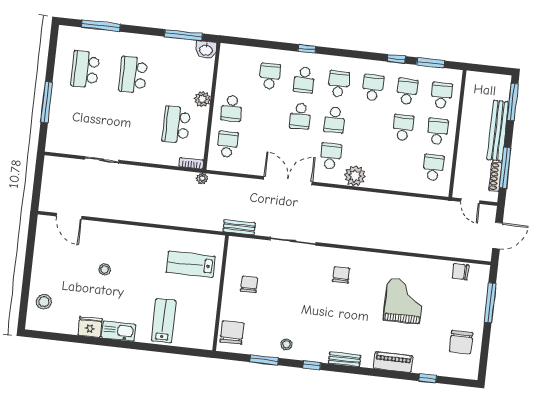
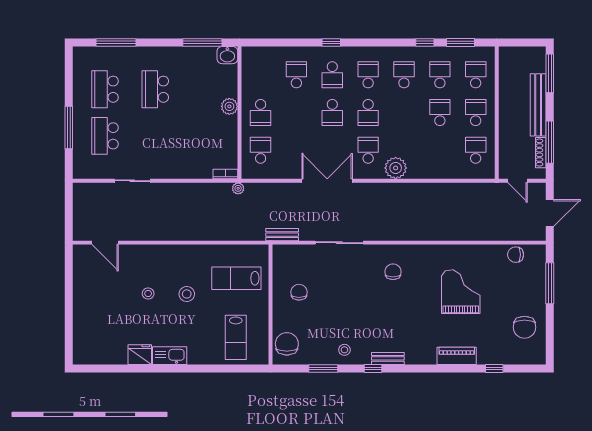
school desk: (176, 125) -> (105, 136), moved
stool: (44, 302) -> (187, 294), moved
lab bench: (164, 321) -> (236, 337), moved, turned 180
bench: (345, 359) -> (388, 358), moved

